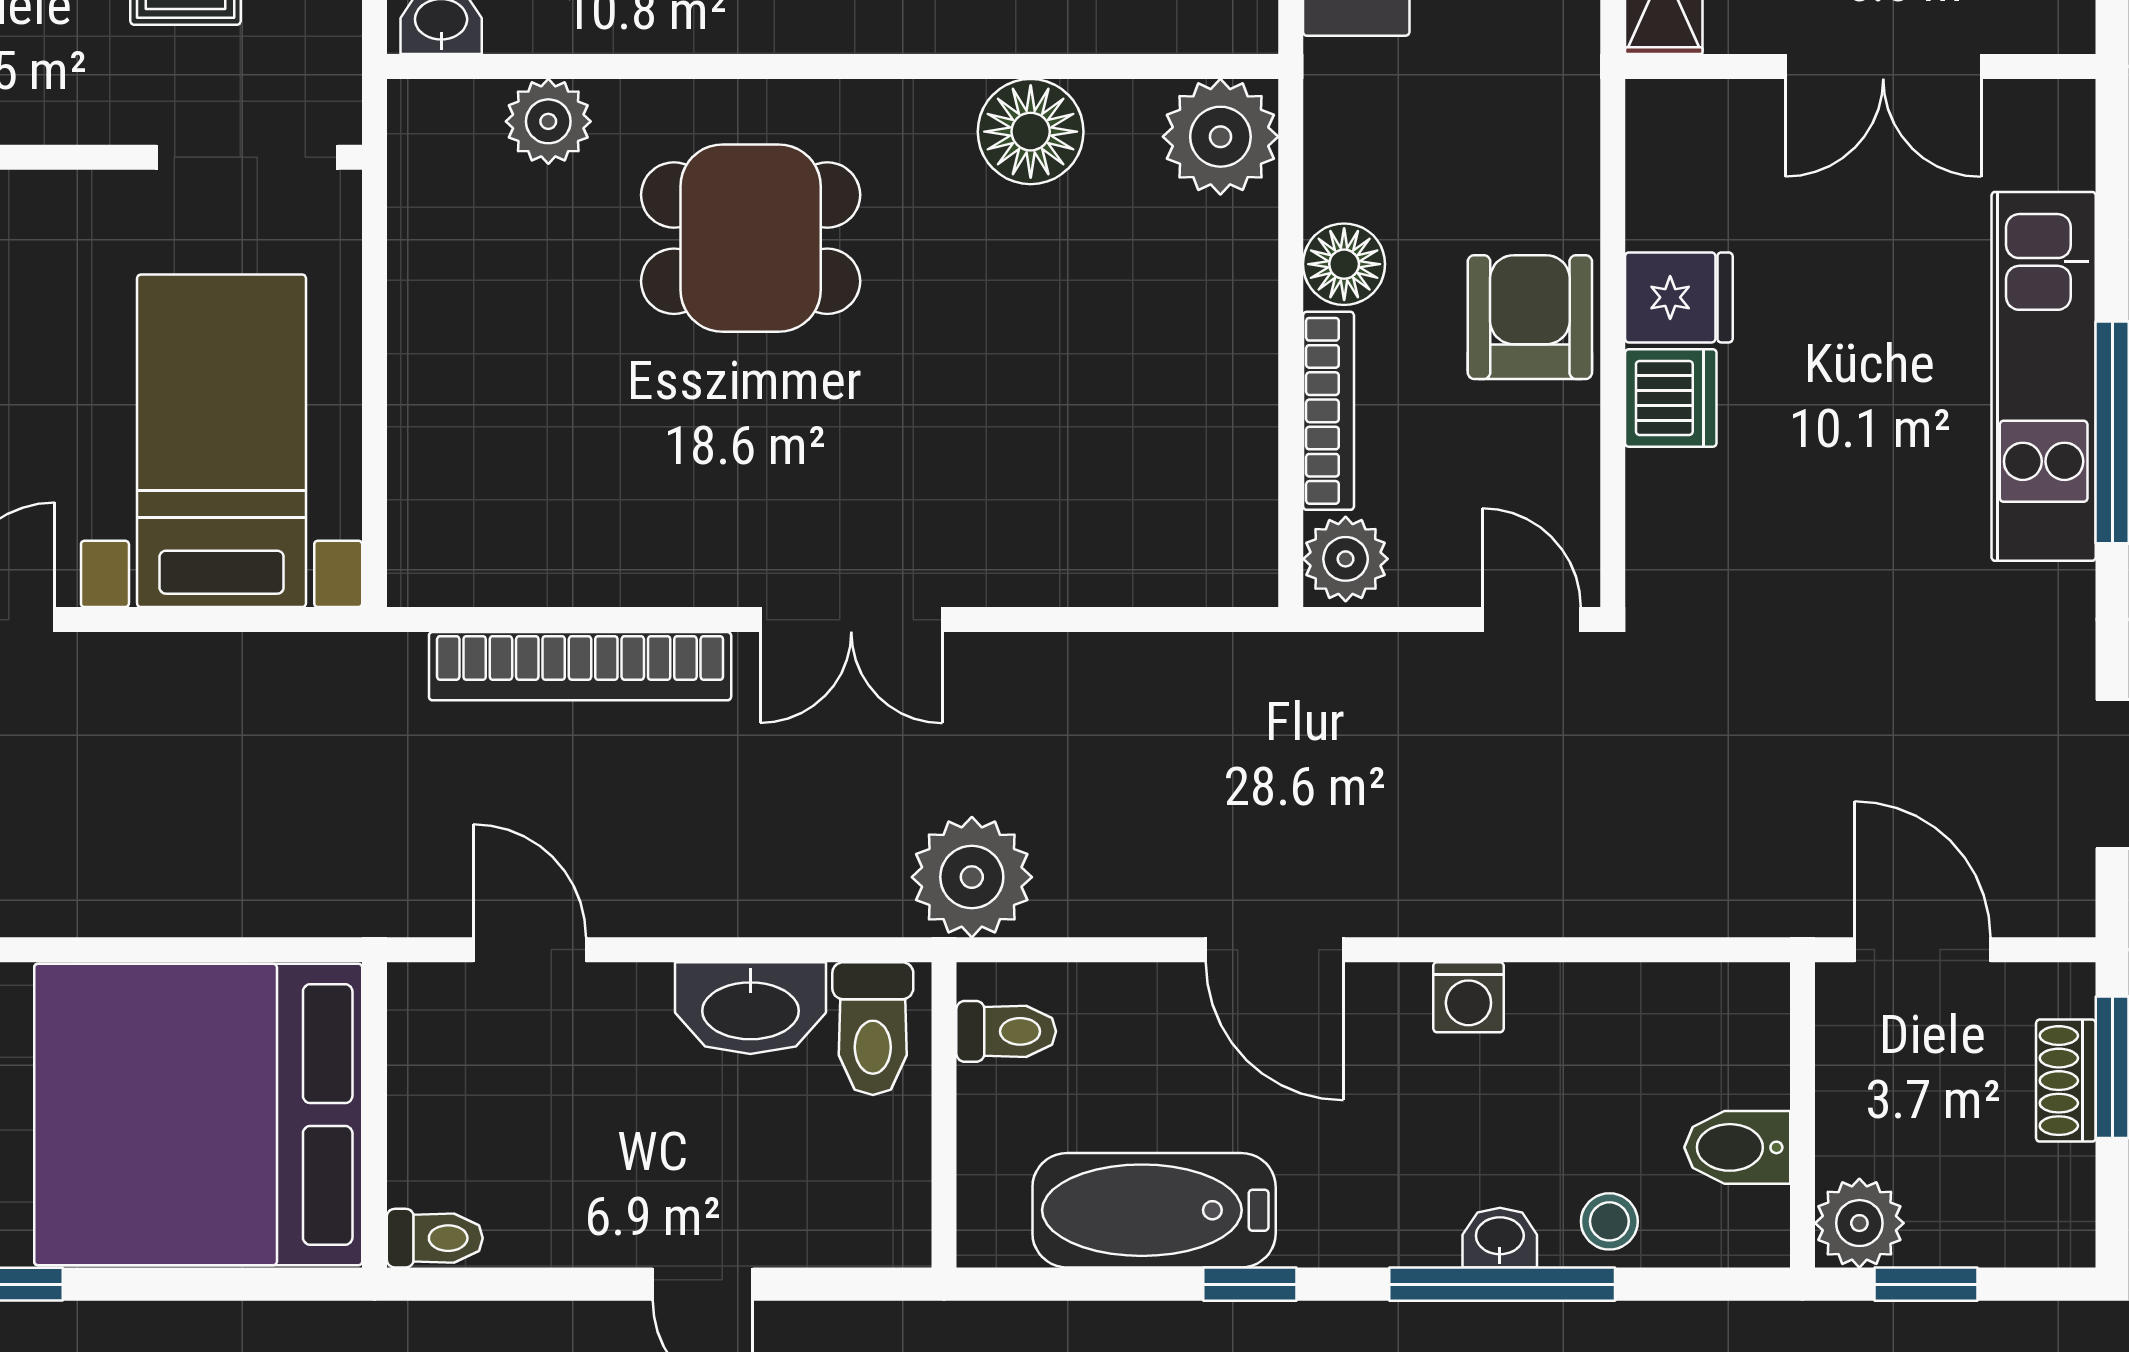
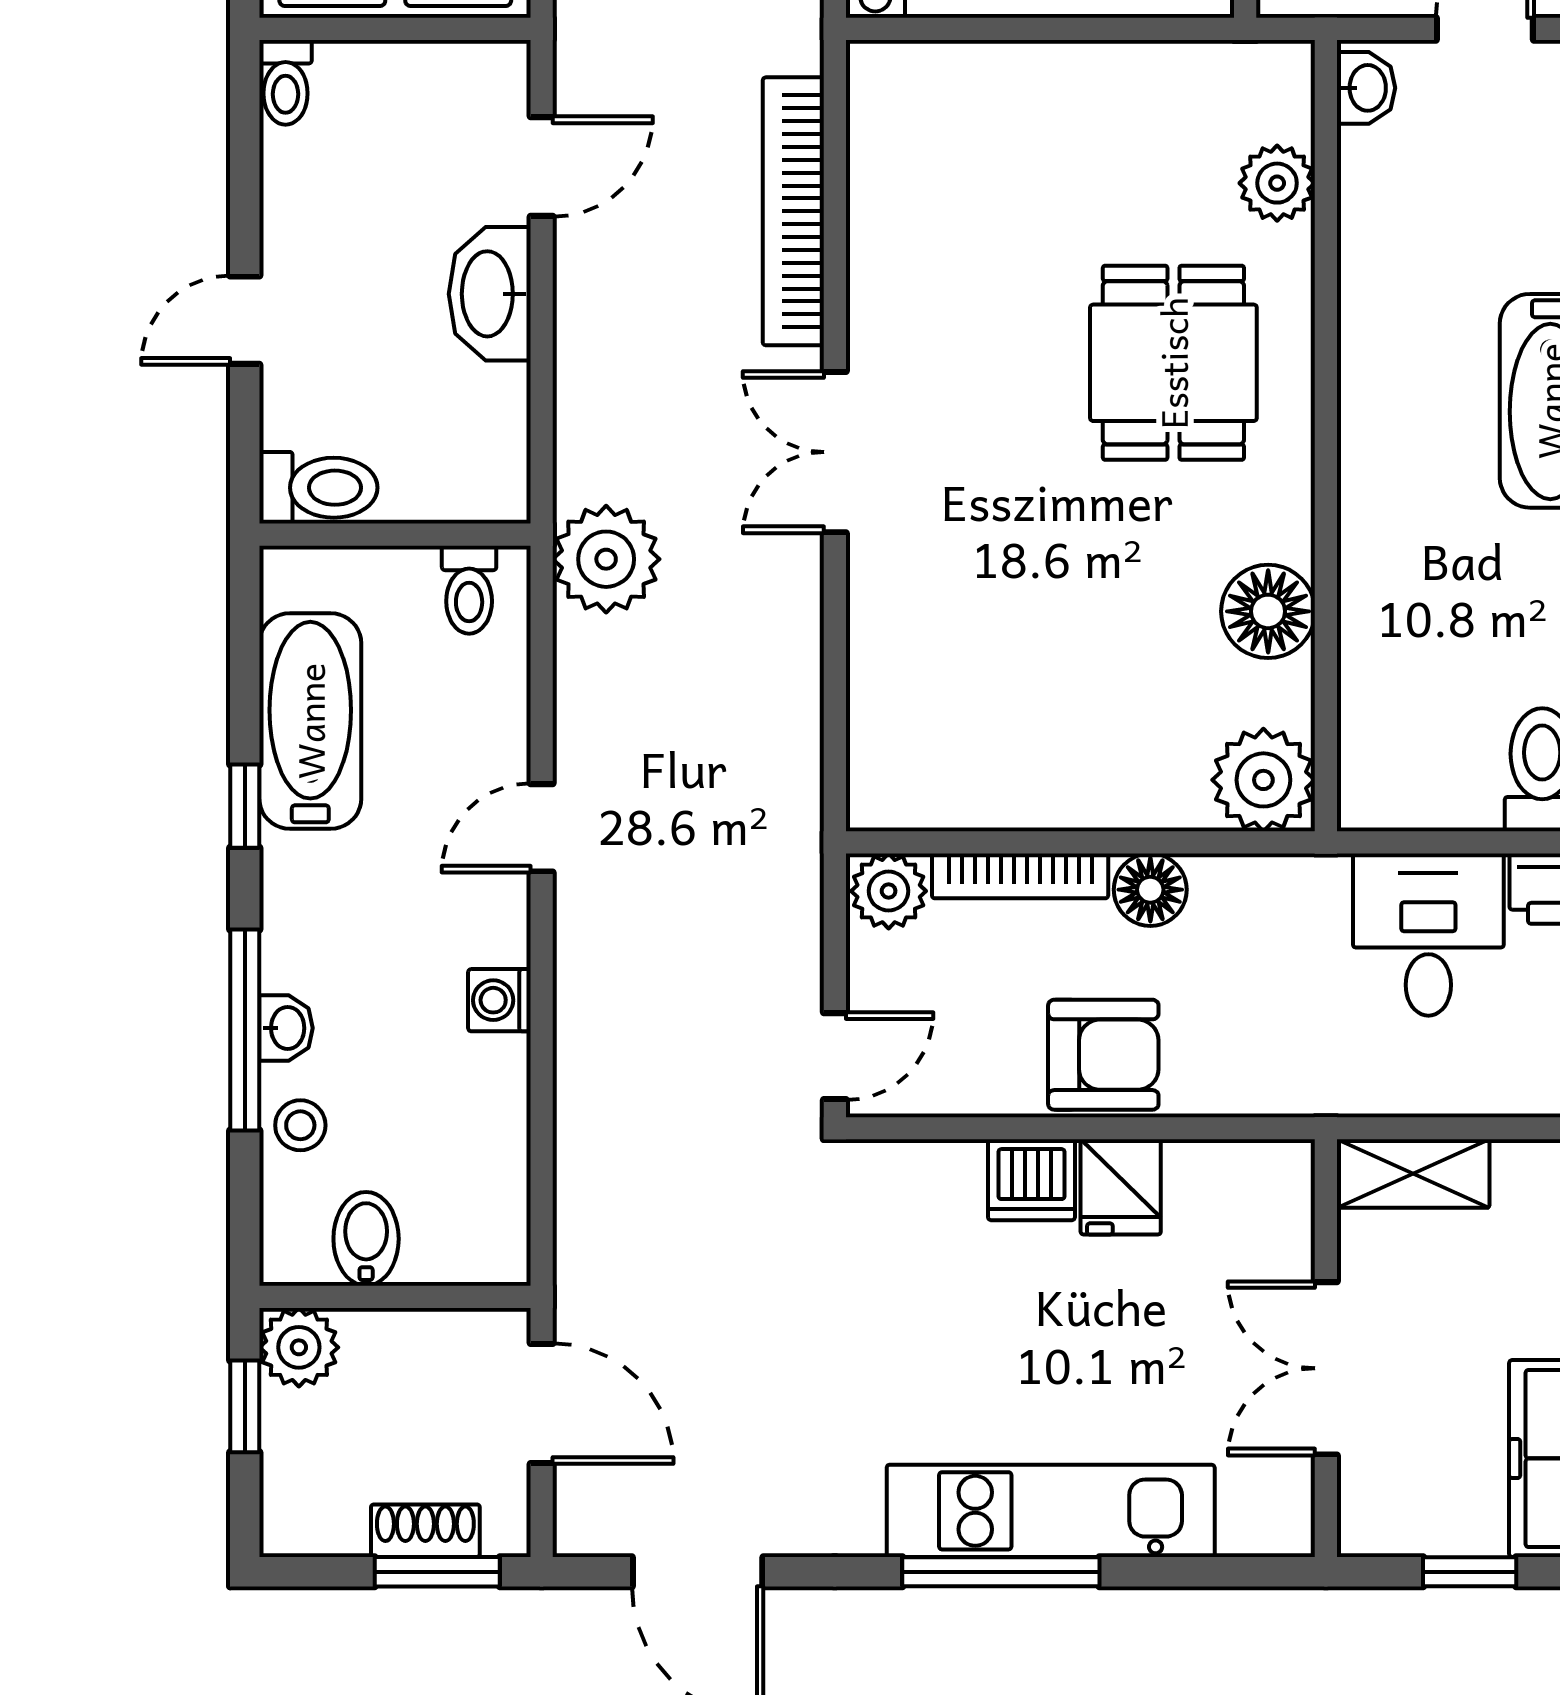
door: (1275, 950) -> (542, 828), width x0.73
door: (1923, 950) -> (542, 1403), hinge flipped
washbasin: (750, 1008) -> (490, 294), moved
toilet: (873, 1029) -> (318, 488), moved, turned 180

